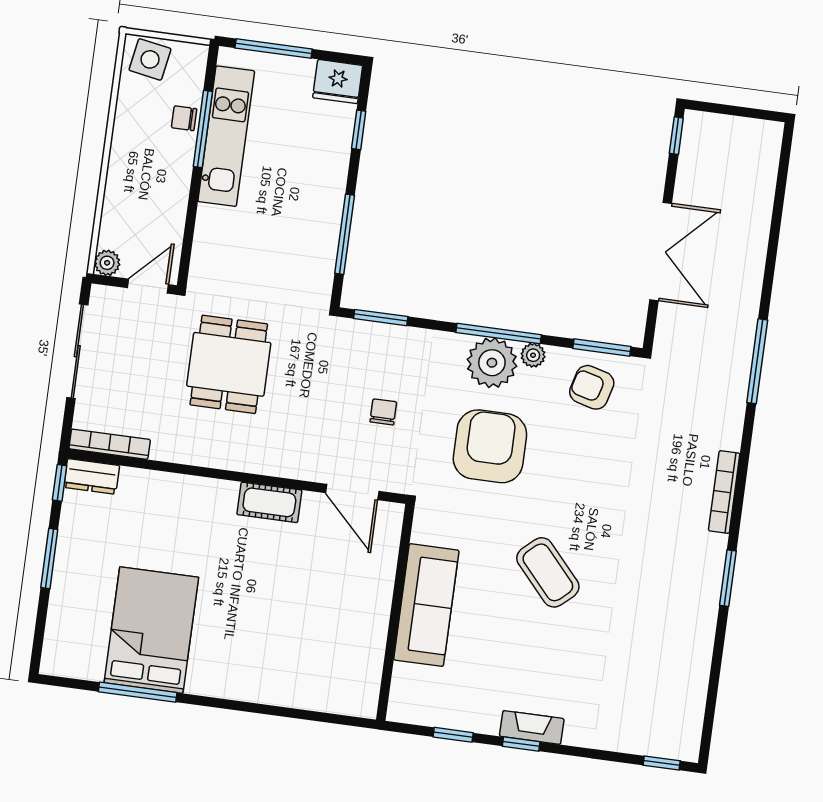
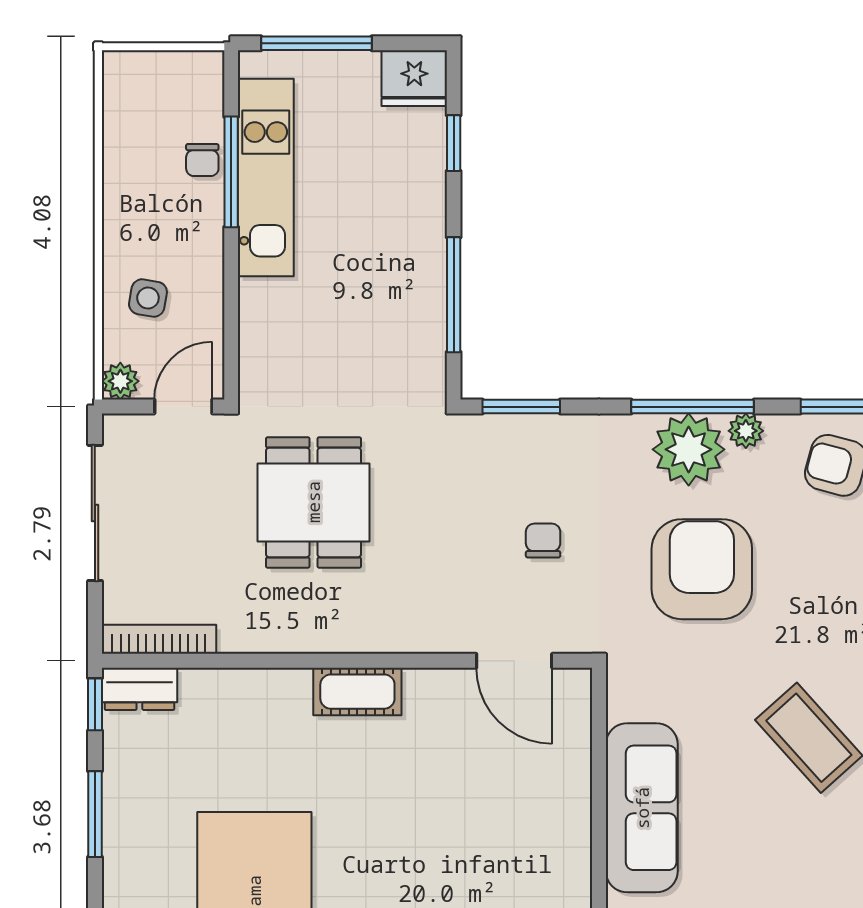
side table: (150, 59) -> (148, 298), moved, width x0.73, depth x0.73
chair: (184, 118) -> (202, 160), turned -90
cot: (269, 502) -> (357, 692), moved

